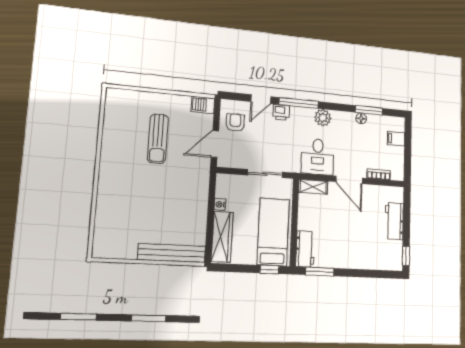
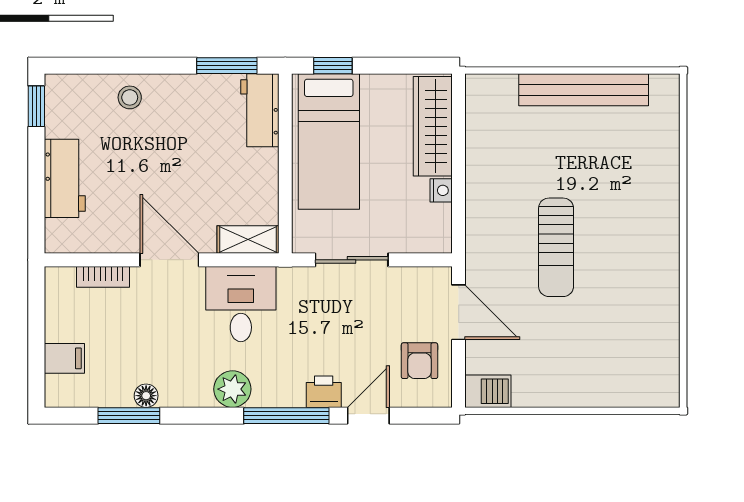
sun lounger: (158, 139) -> (556, 247), moved, turned 180
door: (215, 144) -> (459, 312), hinge flipped
bench: (172, 253) -> (584, 90), moved
stool: (365, 258) -> (130, 97), added

